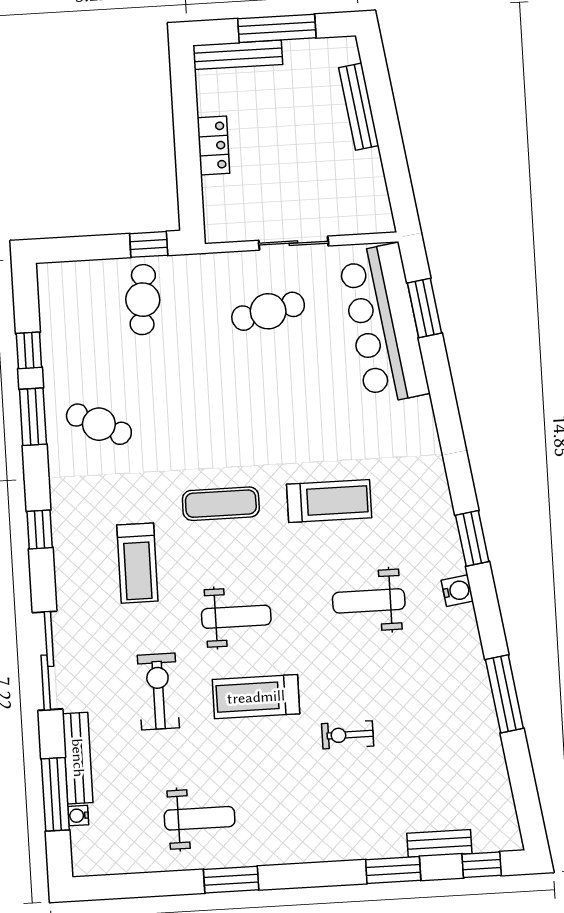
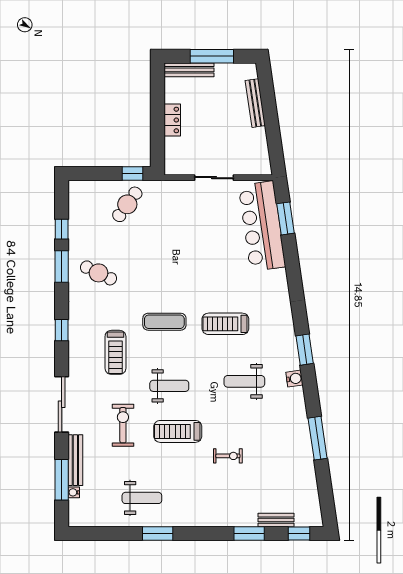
cafe table: (143, 300) -> (127, 204), turned 31
cafe table: (268, 311) -> (197, 215), removed
treadmill: (329, 501) -> (225, 324), turned 180
exercise bike: (348, 735) -> (228, 456), turned 180

